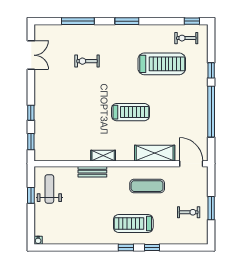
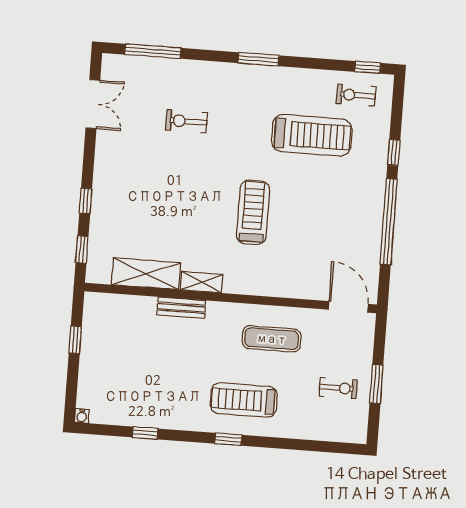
window: (78, 21) -> (153, 51), moved
treadmill: (130, 112) -> (253, 212), turned -90
shelving: (155, 153) -> (146, 274), moved
weight bench: (49, 189) -> (107, 331), removed
window: (152, 247) -> (145, 433), moved

